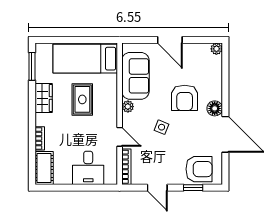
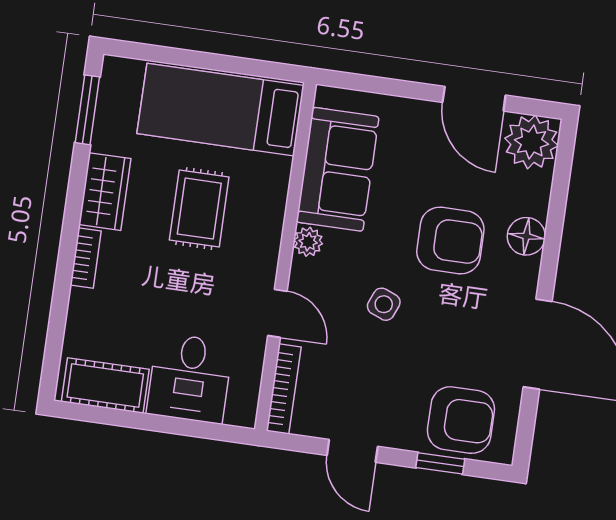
door: (170, 40) -> (474, 99), moved
plant: (216, 49) -> (531, 142), width x1.88, depth x1.88
armchair: (185, 98) -> (450, 240), turned -90
floor lamp: (215, 108) -> (526, 236), moved
bookcase: (40, 138) -> (86, 258), moved
cot: (44, 168) -> (105, 386), moved, turned 90

